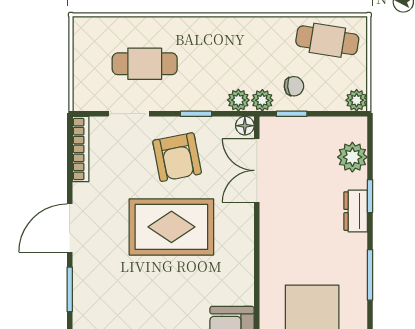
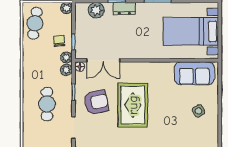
cafe table: (145, 64) -> (47, 104), moved

